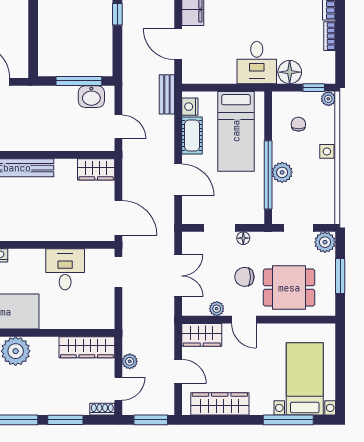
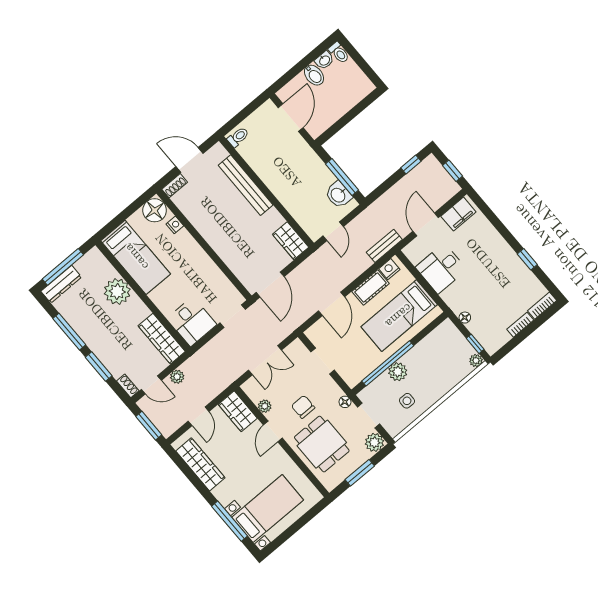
desk: (257, 63) -> (441, 268), moved
floor lamp: (290, 72) -> (465, 318), width x0.53, depth x0.53
chair: (298, 124) -> (441, 355), removed
side table: (327, 151) -> (407, 401), moved
floor lamp: (243, 238) -> (345, 402), moved
desk: (65, 269) -> (192, 322), moved, turned 90

